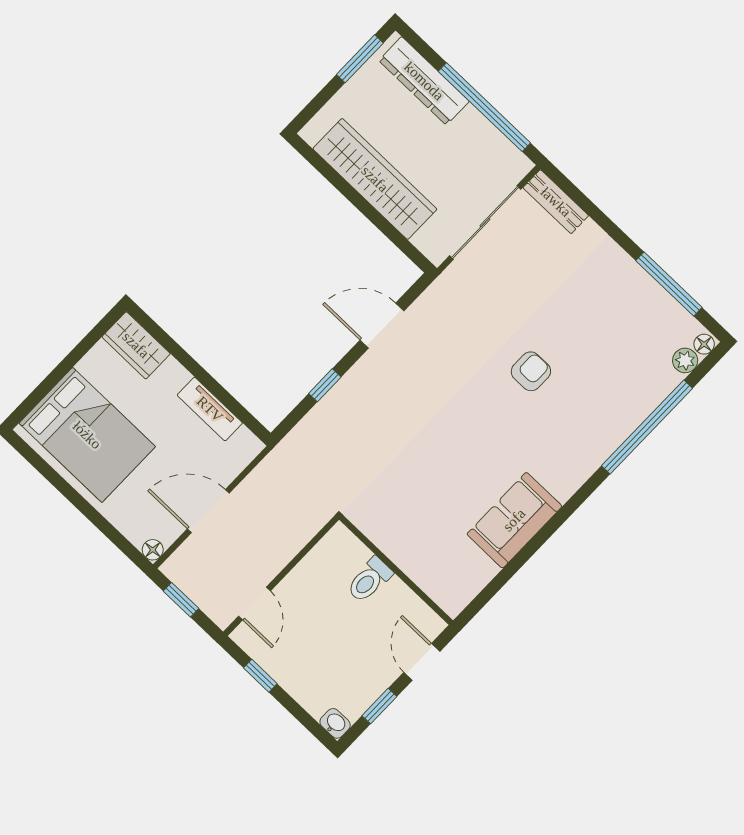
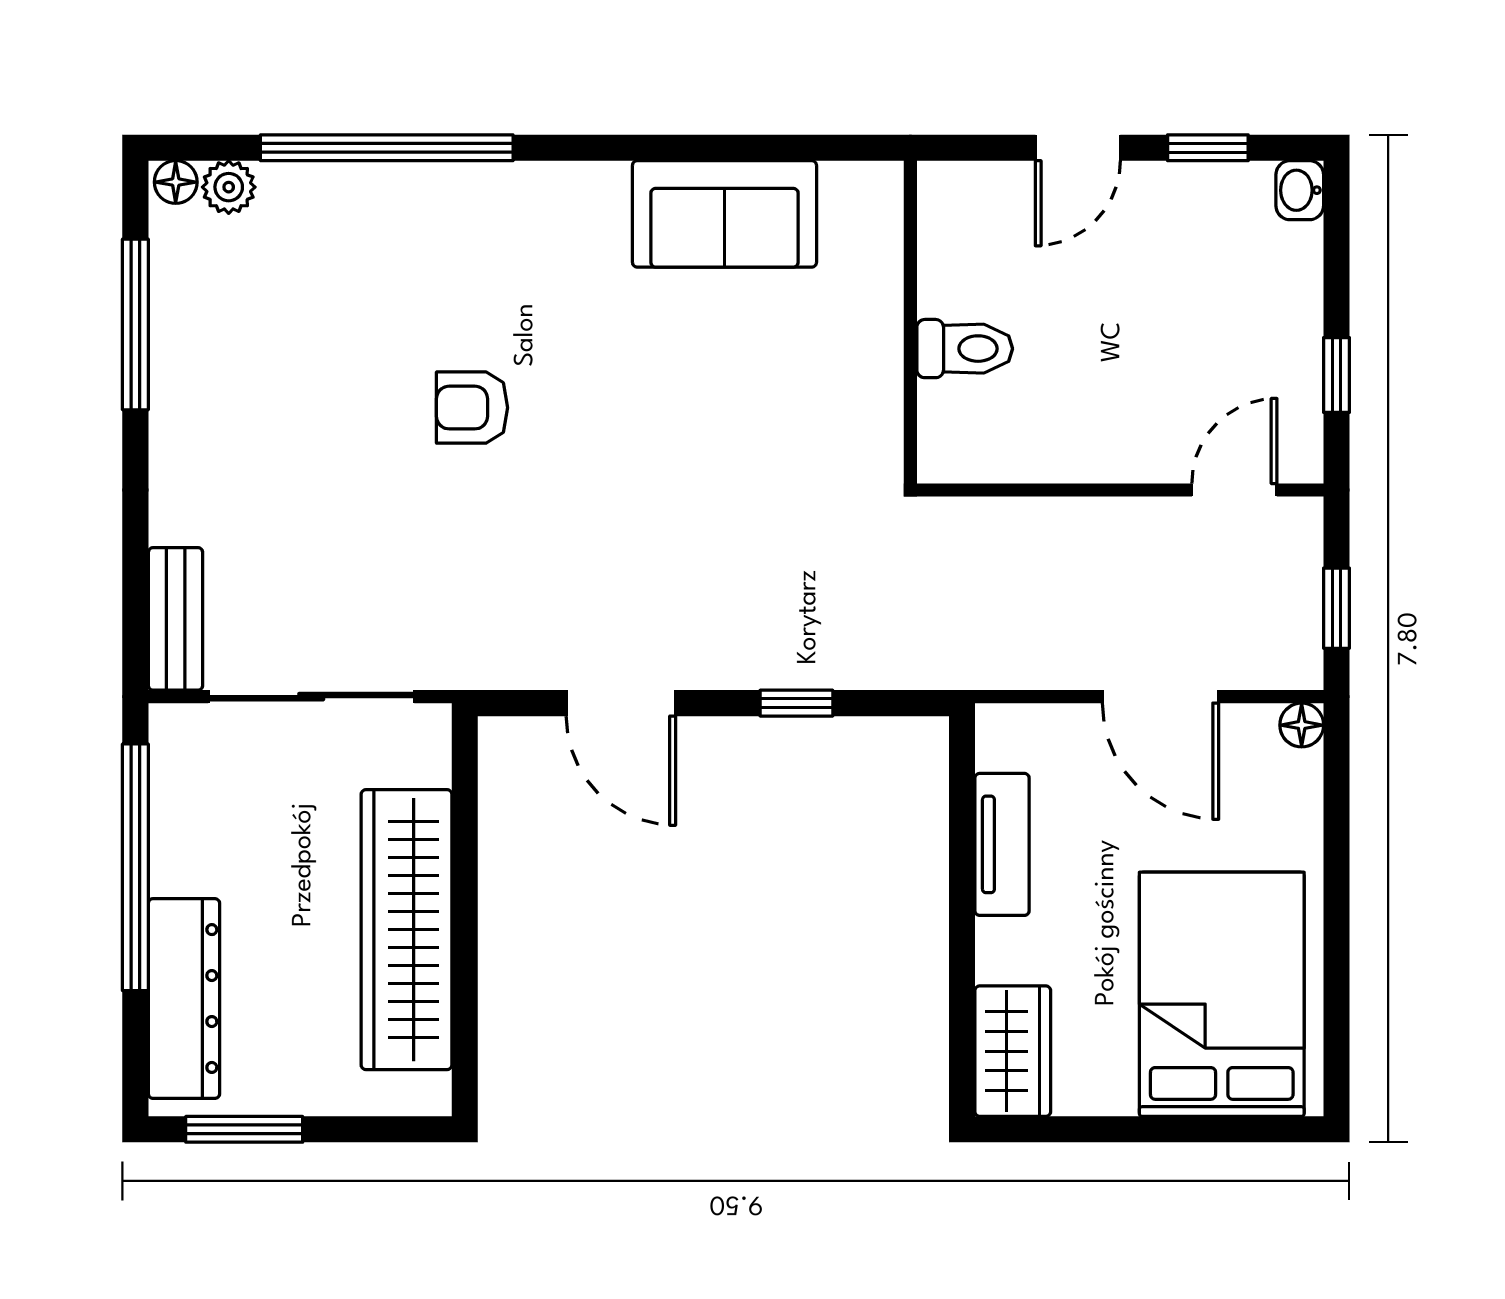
wall: (396, 570) -> (910, 322), moved
toilet: (369, 580) -> (965, 349), moved

